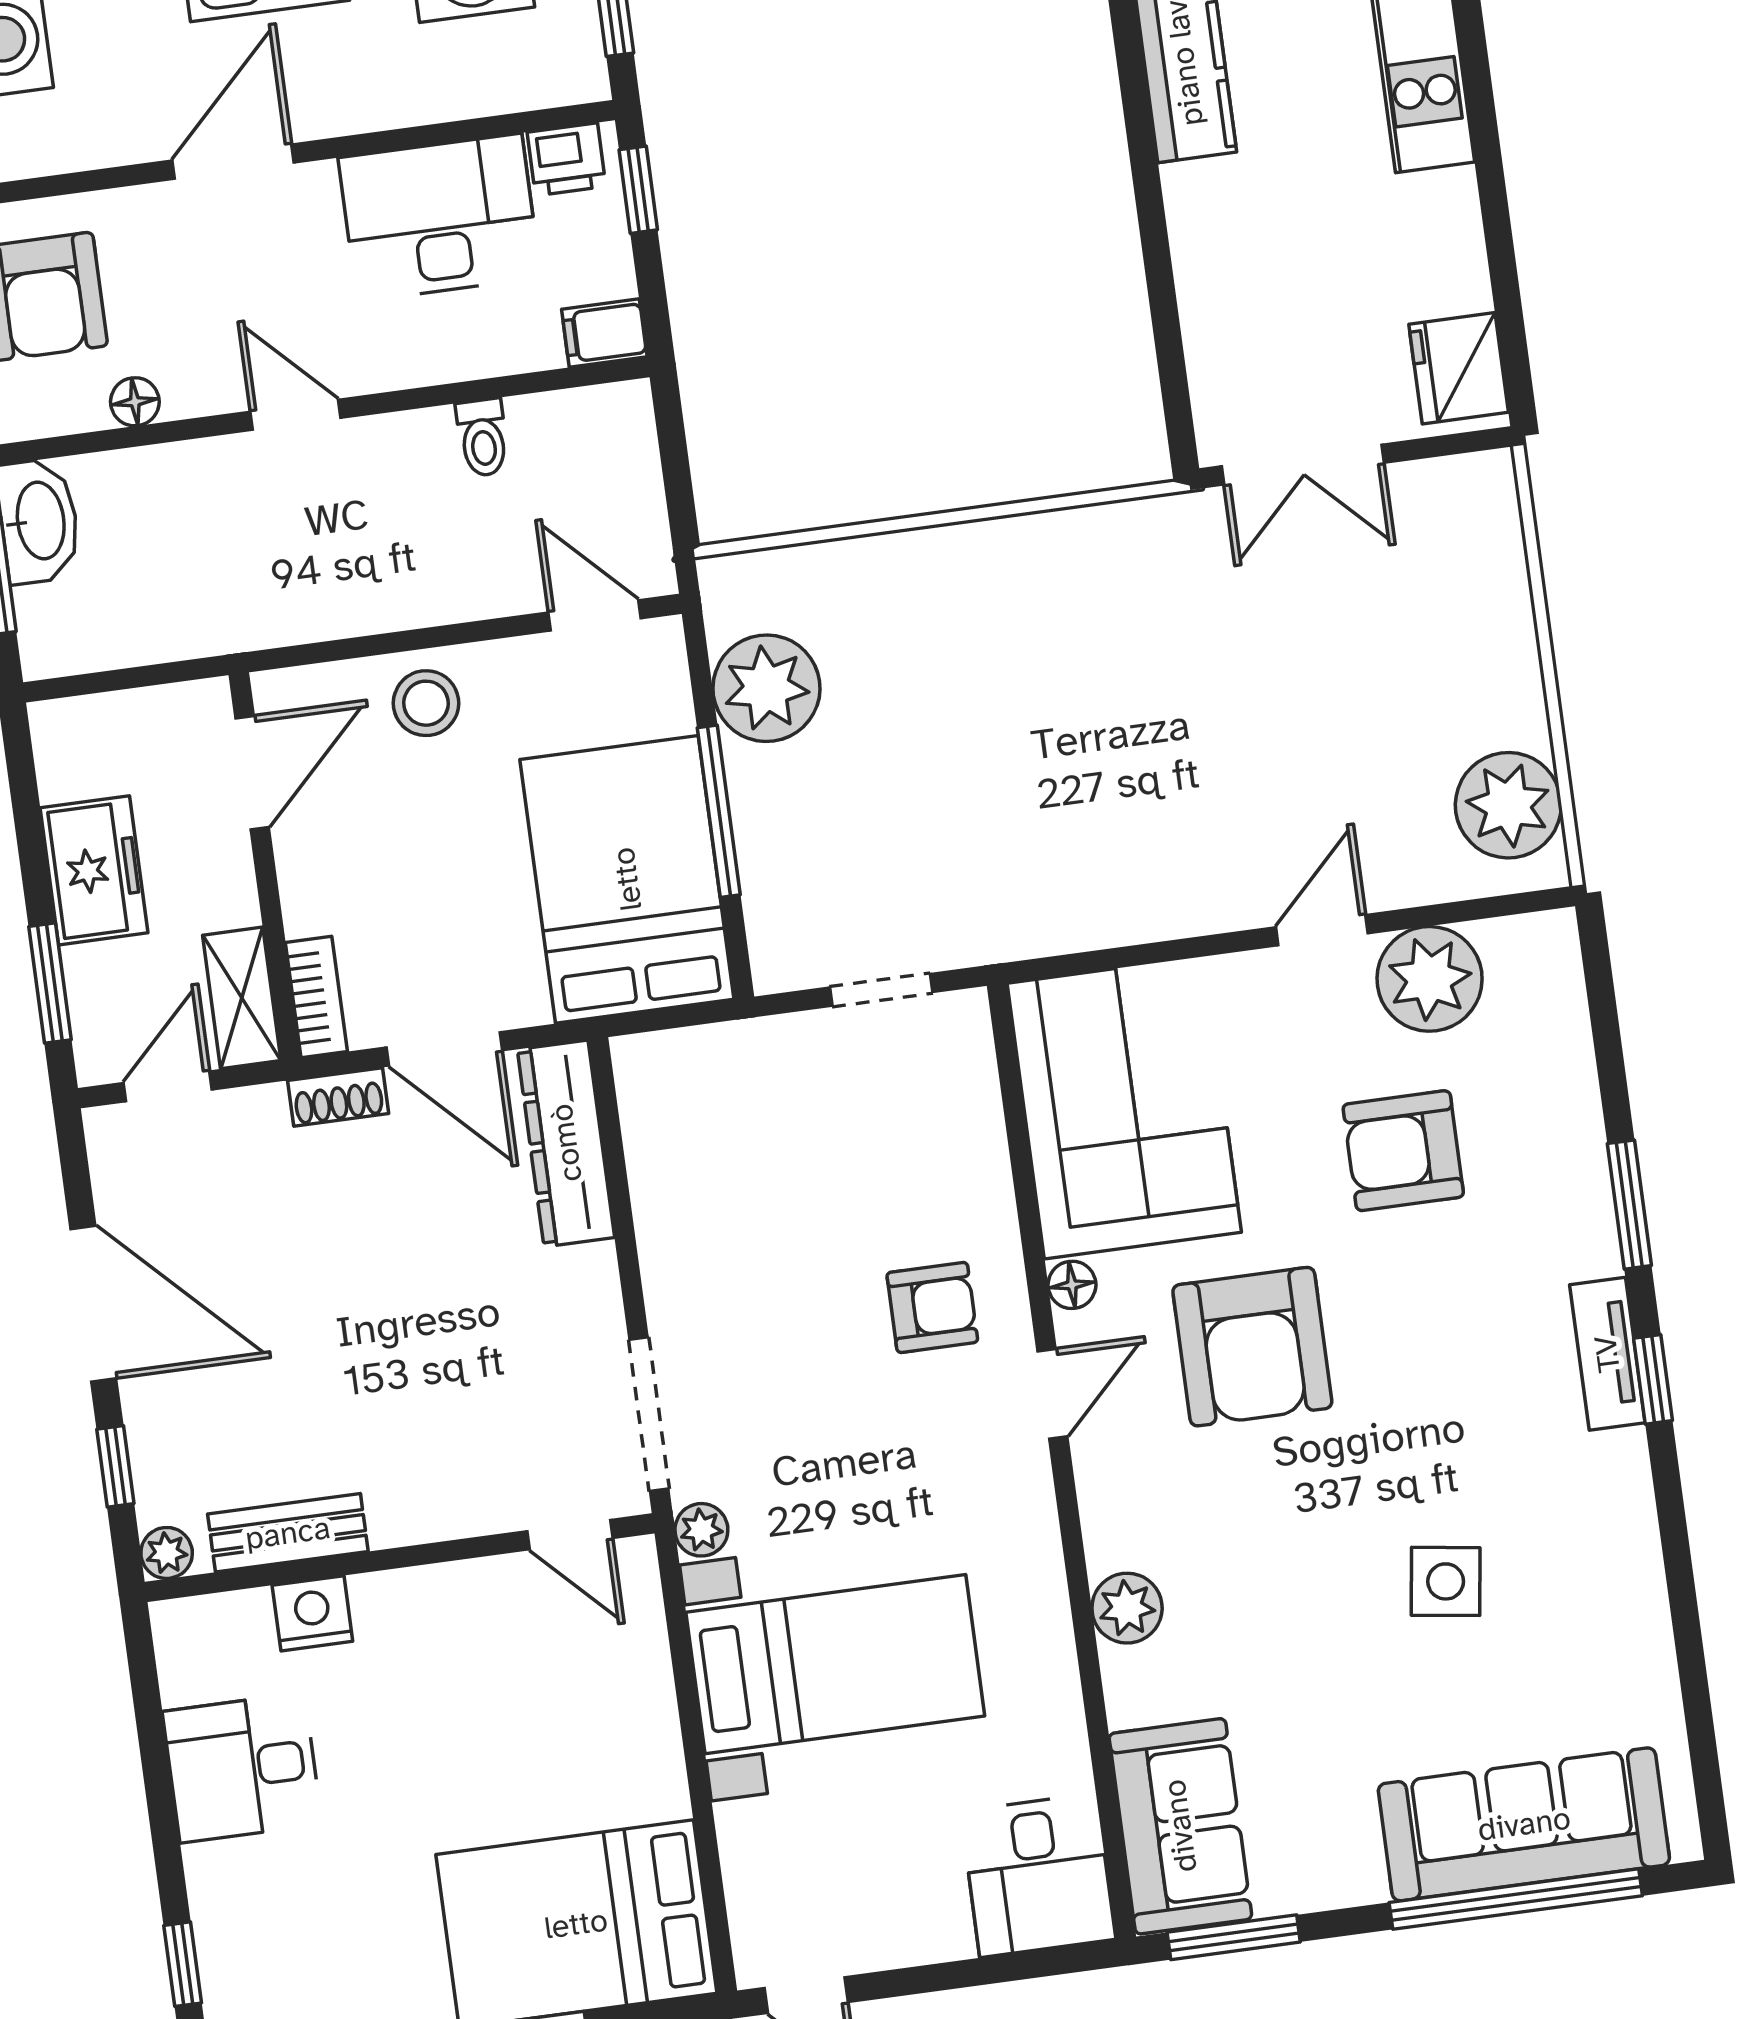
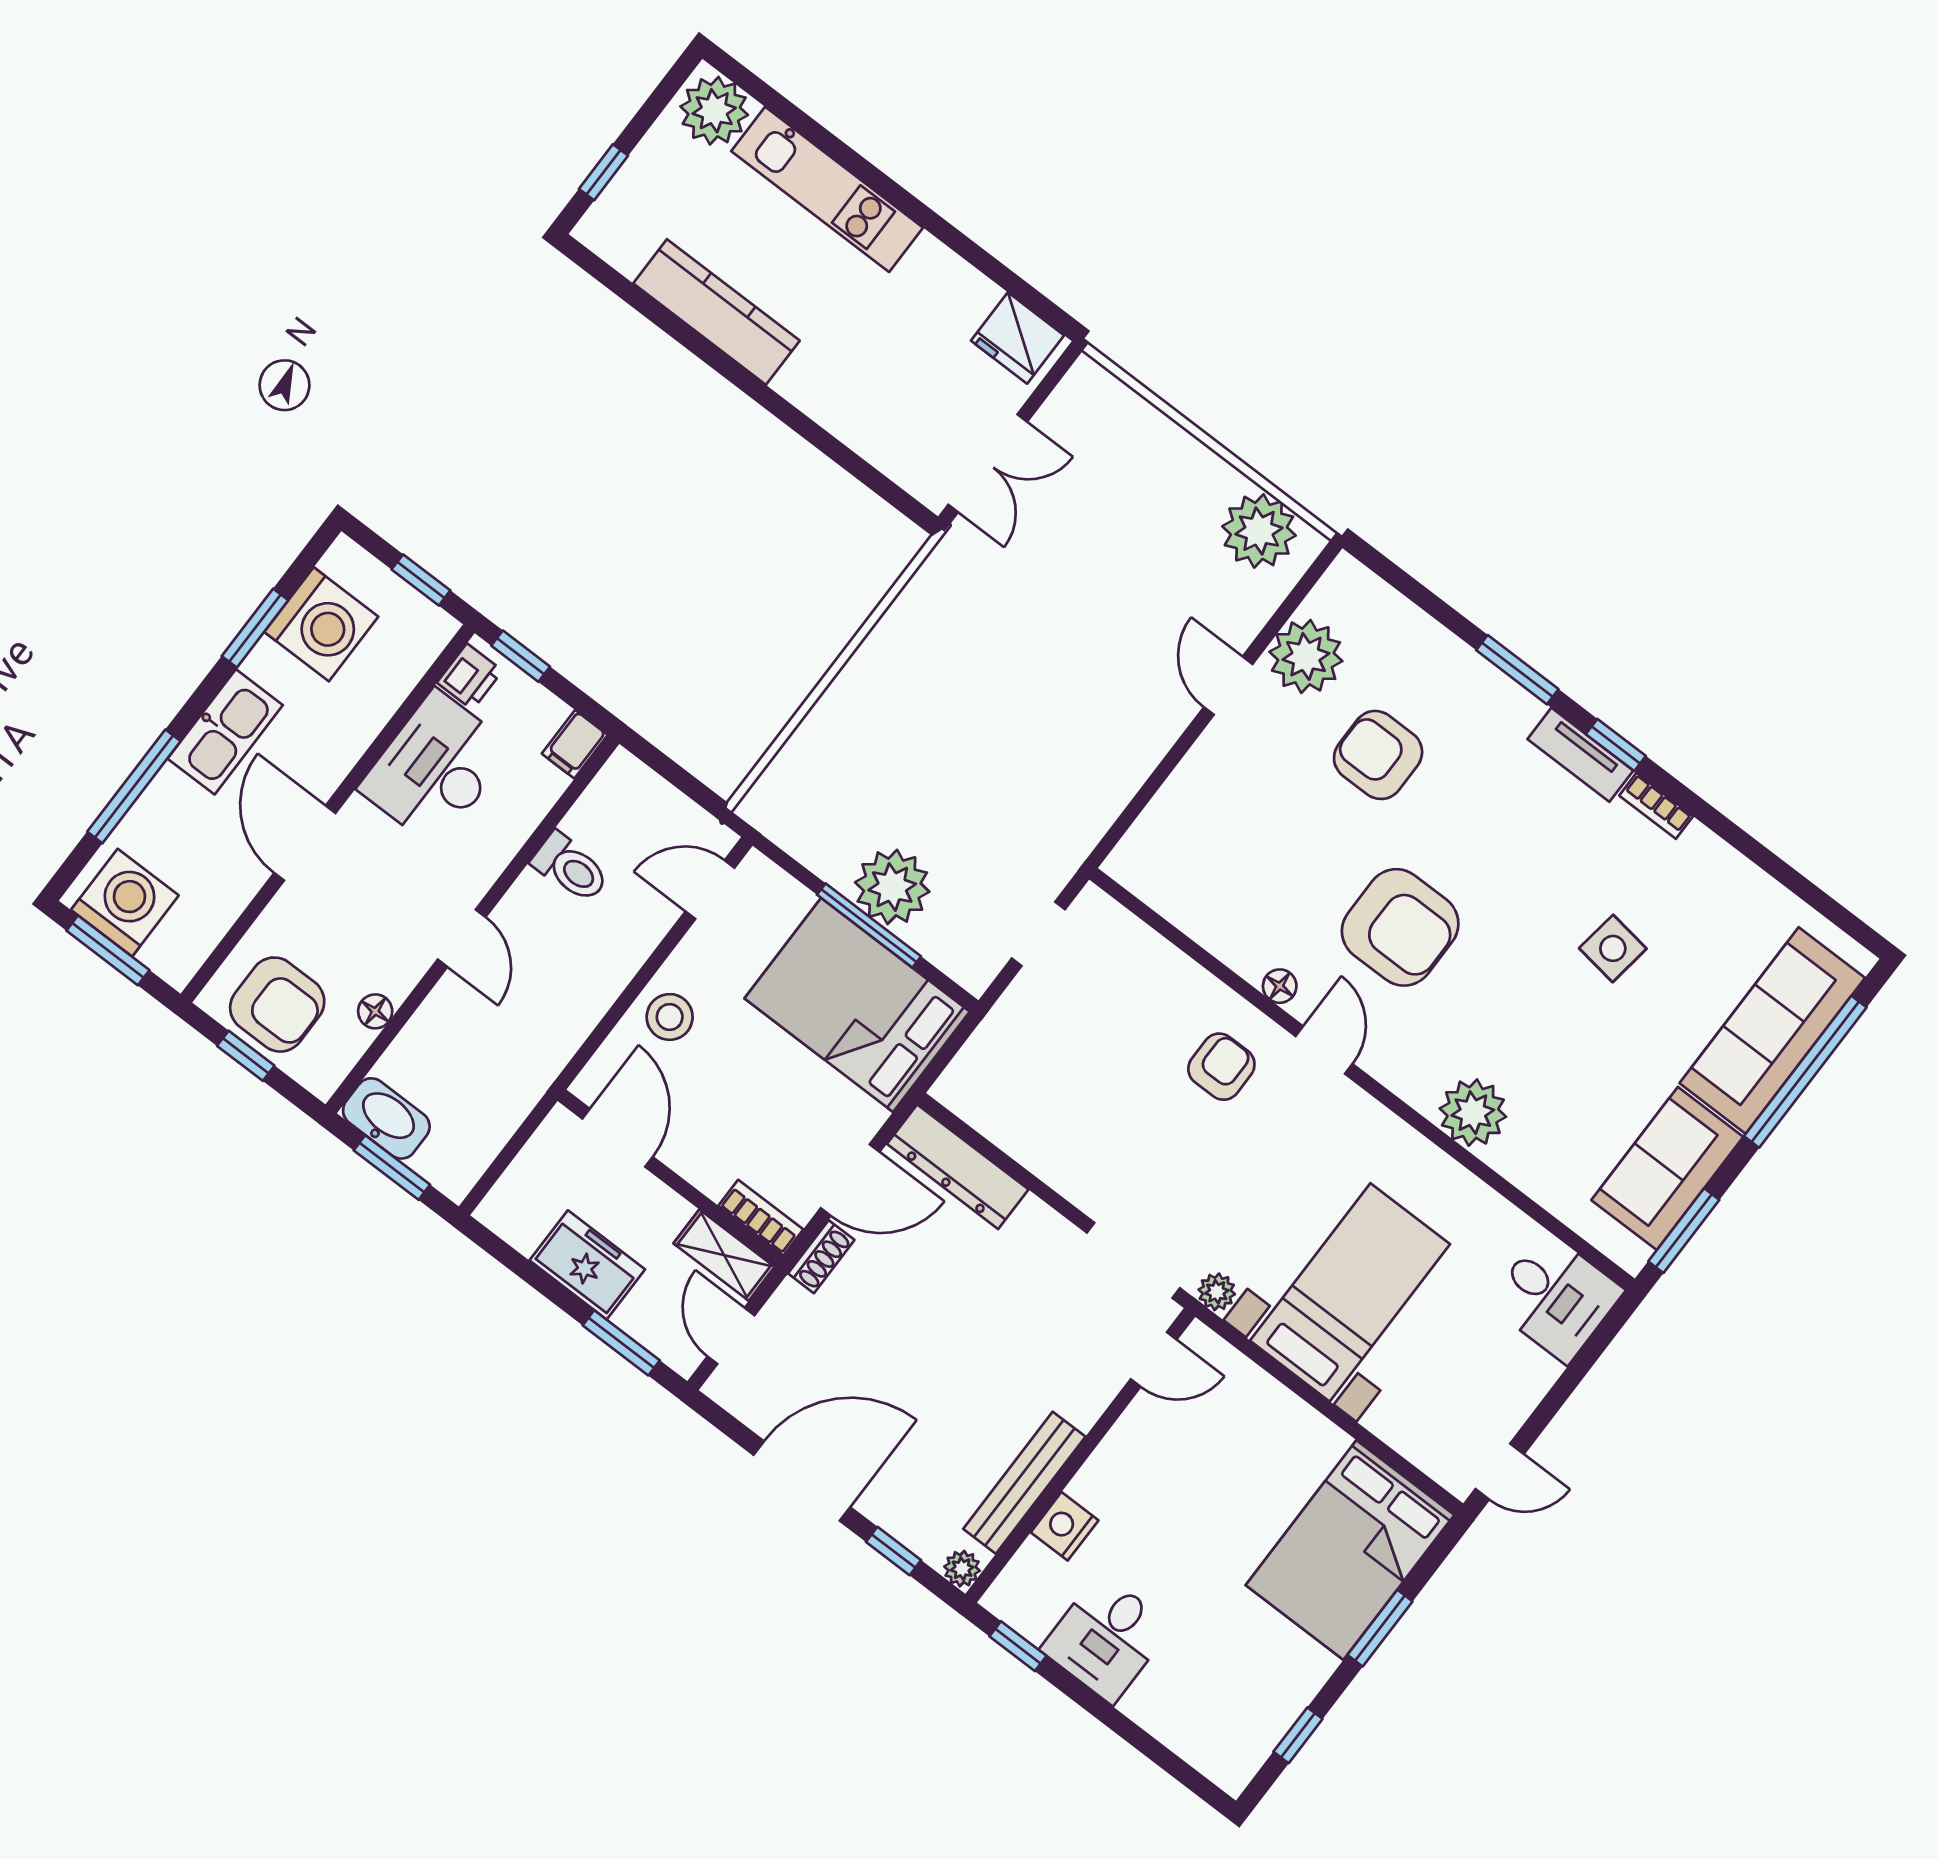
door: (295, 415) -> (462, 938), swing flipped
toilet: (483, 438) -> (570, 868), width x1.37, depth x1.39
plant: (766, 688) -> (892, 887), moved
corner sofa: (1124, 1108) -> (1218, 872), removed
armchair: (1403, 1151) -> (1378, 755), turned 90
bookcase: (1632, 1481) -> (1656, 806), added
bench: (288, 1533) -> (1024, 1483), width x1.36
plant: (1127, 1608) -> (1473, 1113), width x1.36, depth x1.36
sofa: (1180, 1826) -> (1667, 1168), moved, turned -90
window: (183, 1964) -> (1018, 1646), moved

